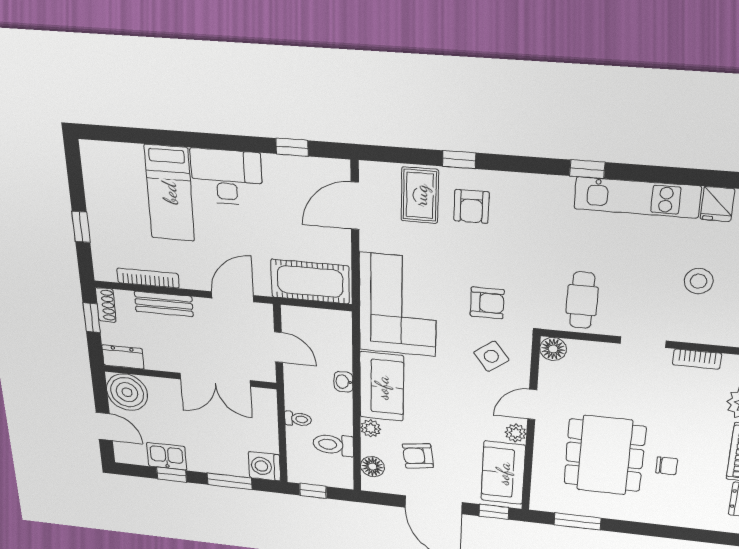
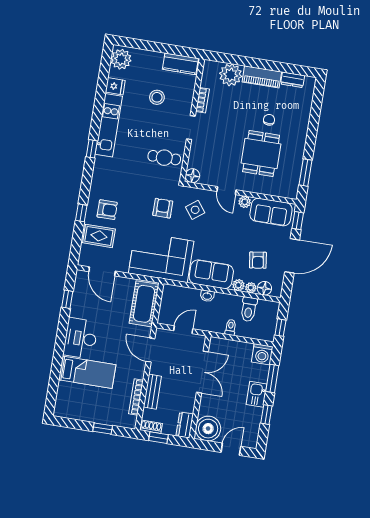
plant: (370, 447) -> (251, 288), added
dining table: (605, 455) -> (261, 153), width x0.73
kitchen sink: (167, 456) -> (257, 394), moved

